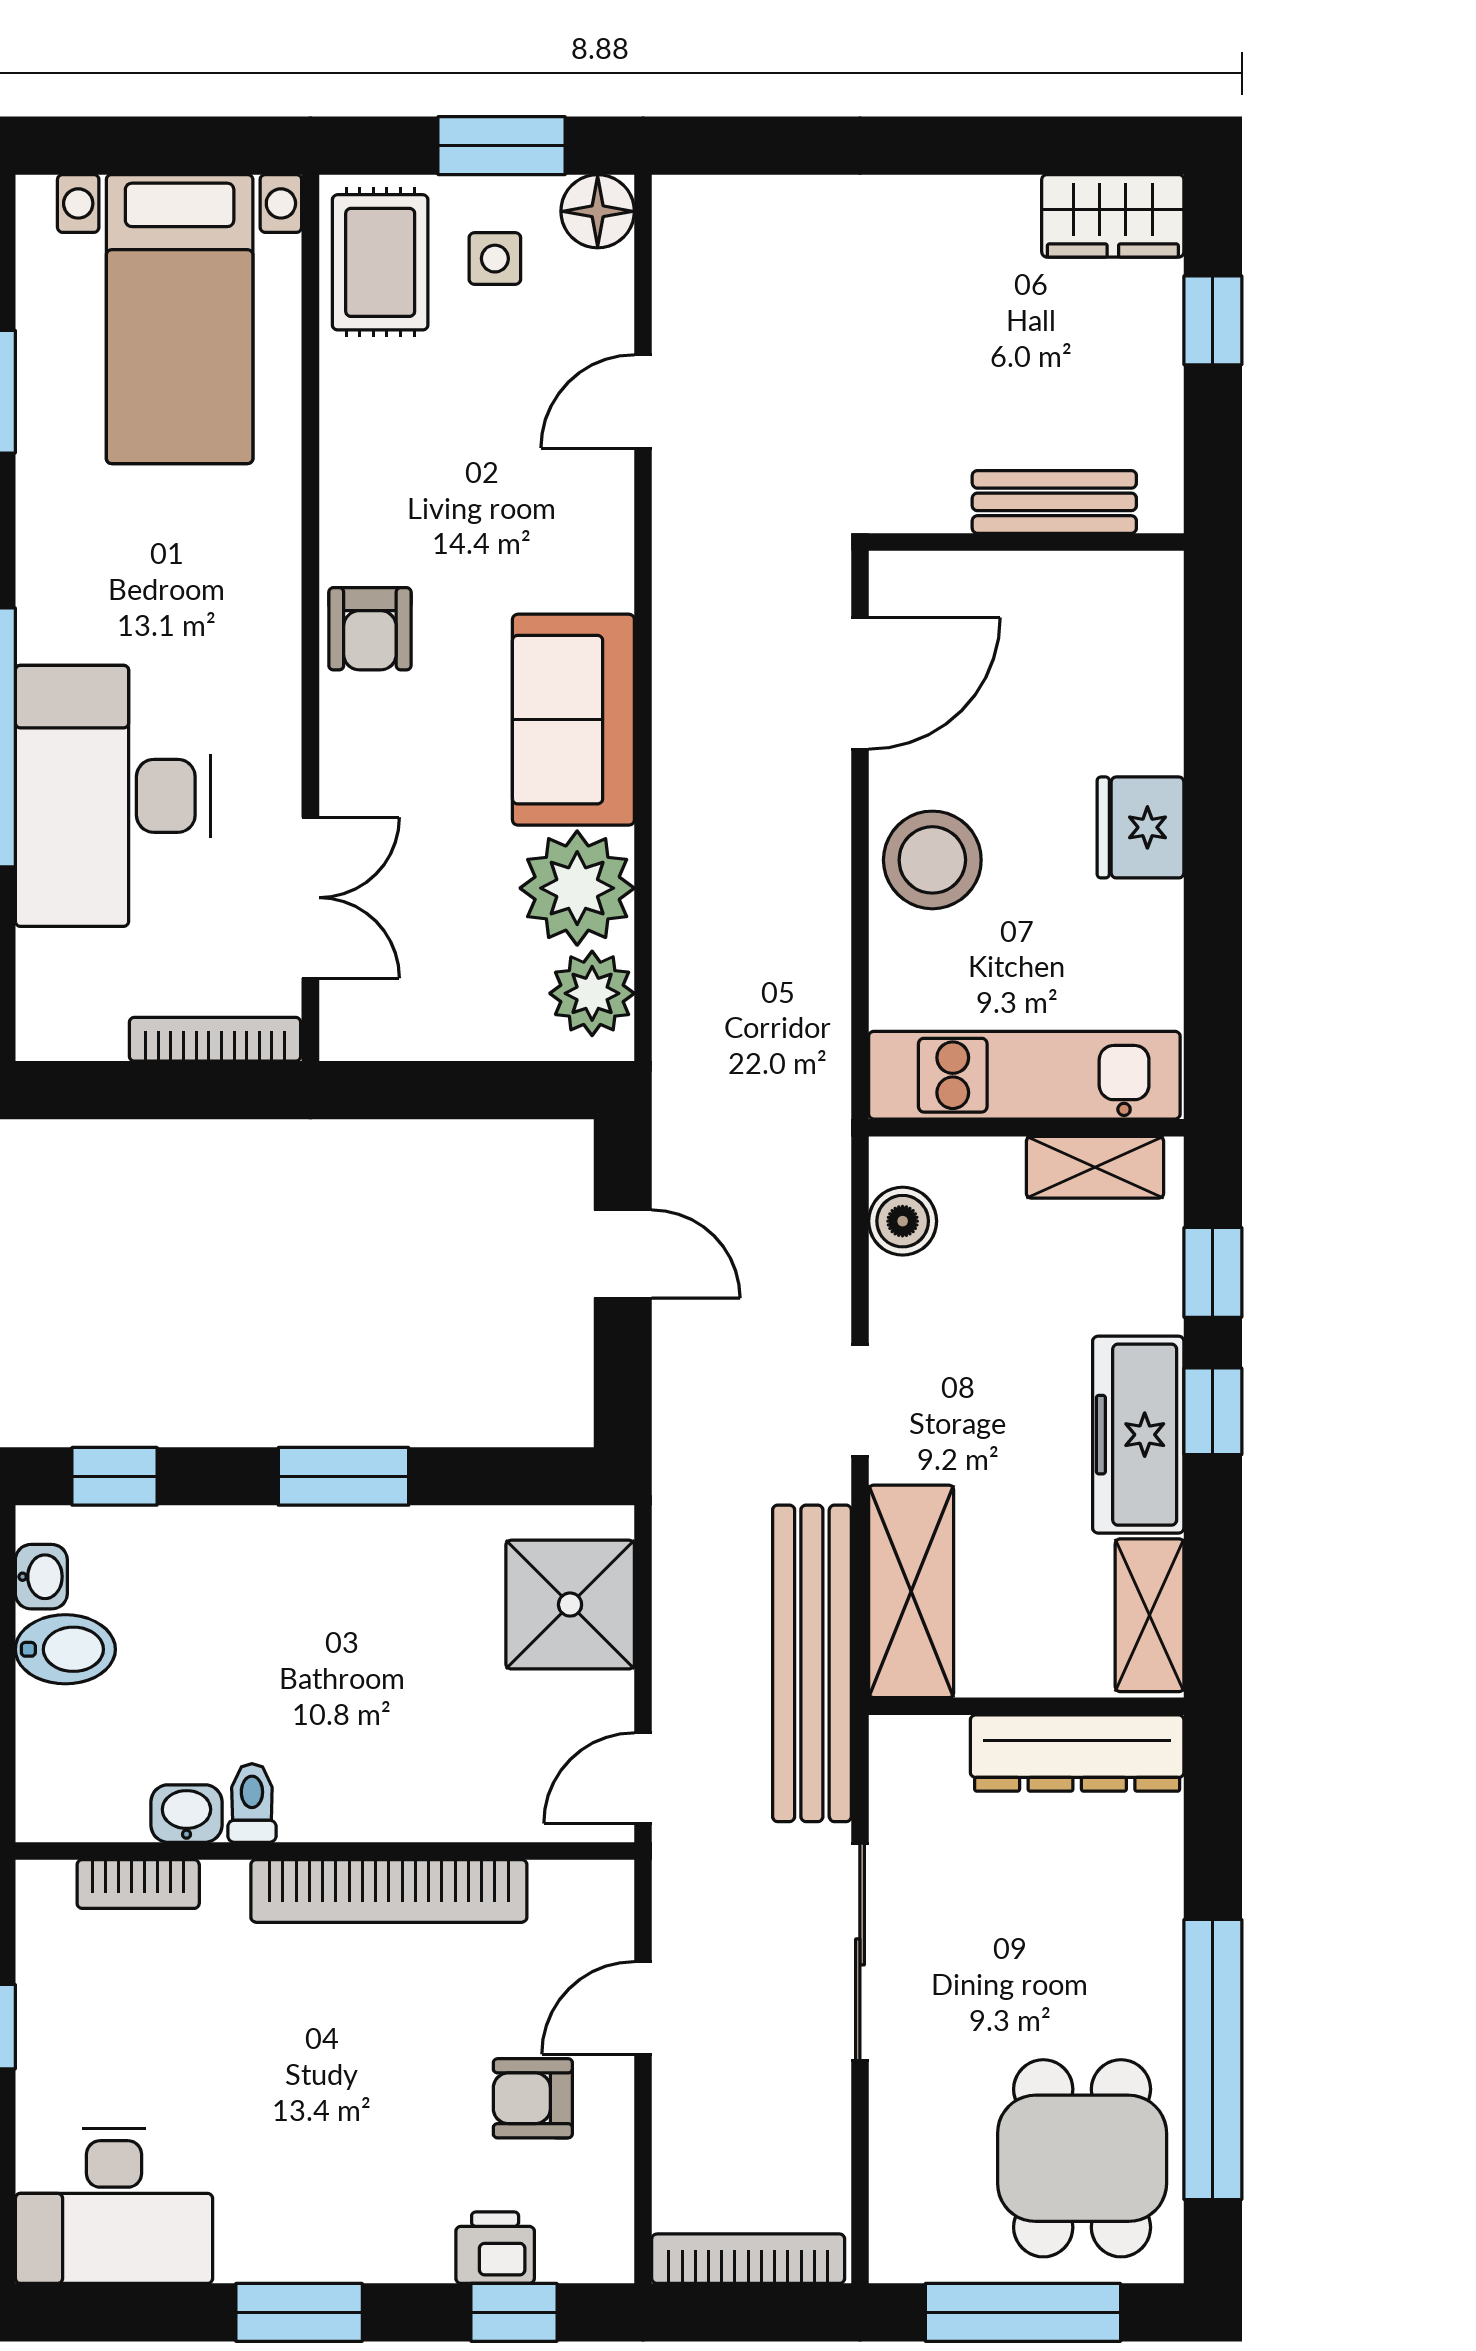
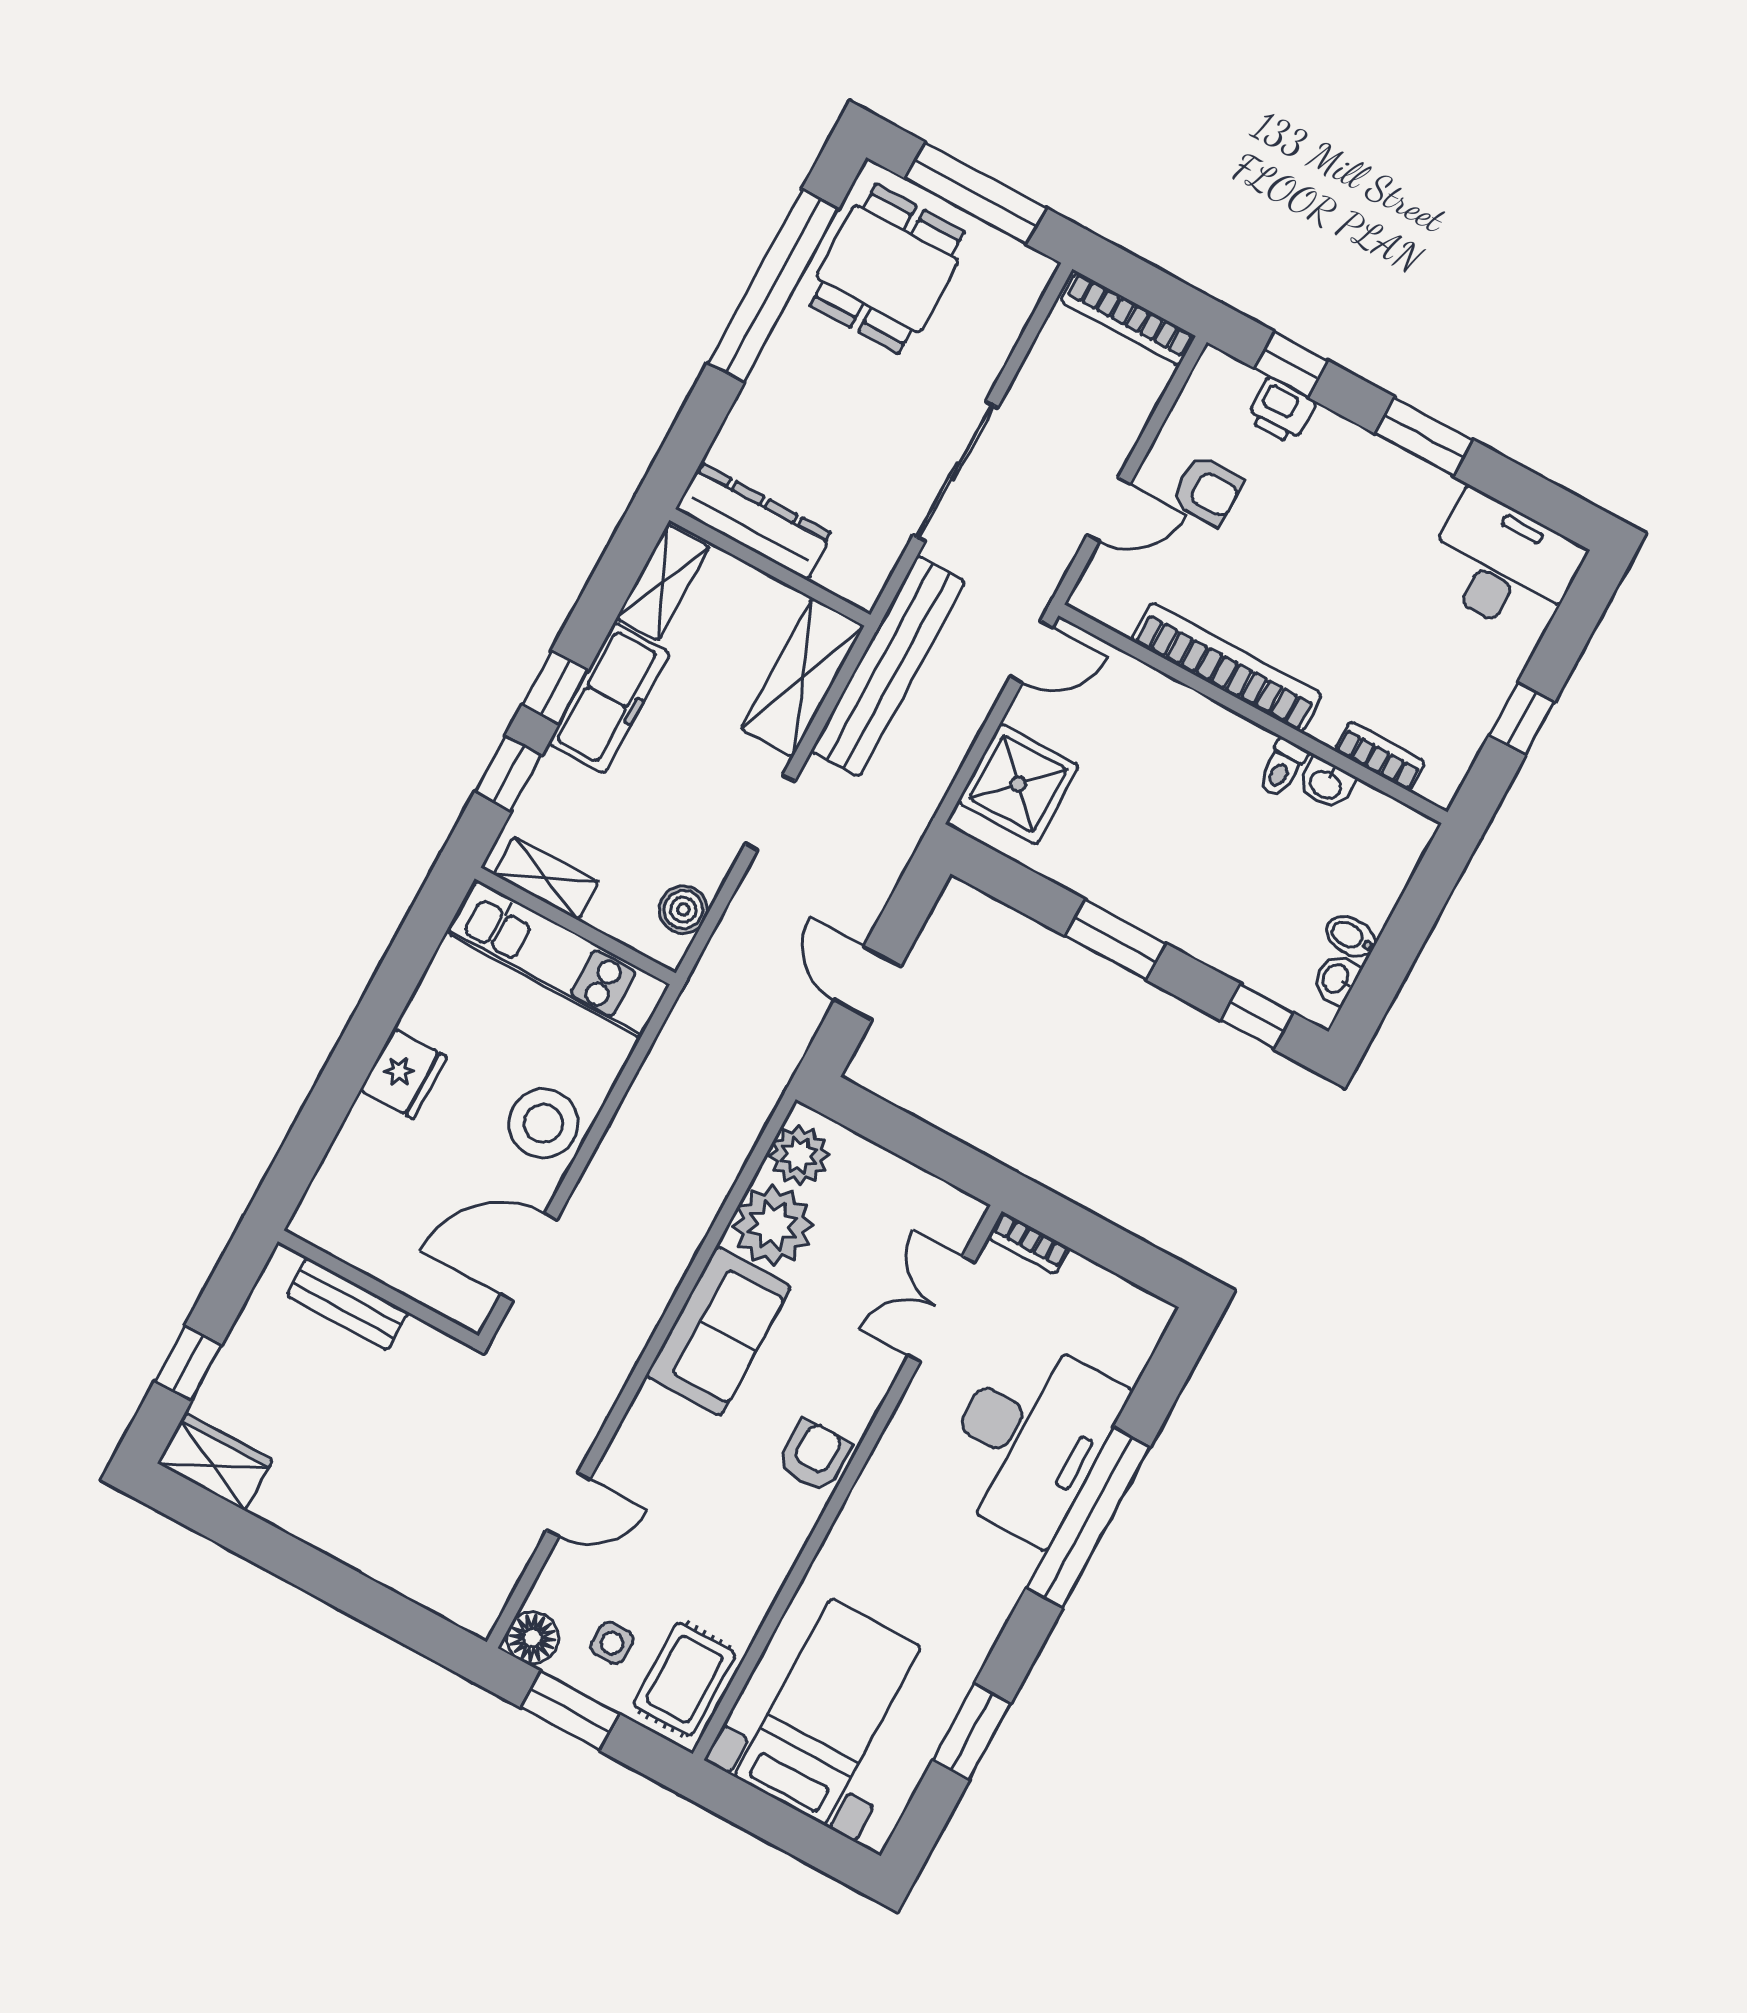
bookcase: (215, 1039) -> (1029, 1243), width x0.64
bidet: (65, 1649) -> (1351, 936), width x0.72, depth x0.74

